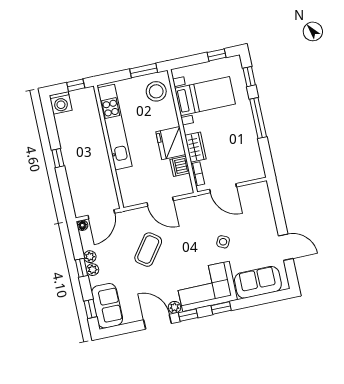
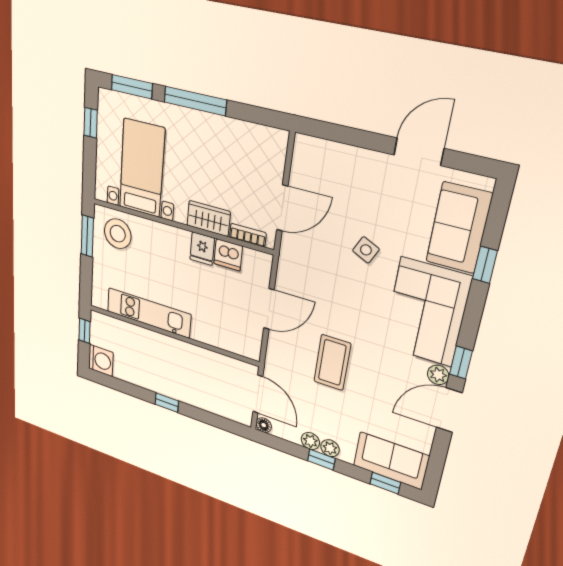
window: (249, 77) -> (132, 87), width x1.50
kitchen unit: (115, 127) -> (149, 313), width x0.73
fridge: (171, 143) -> (202, 249), width x0.53, depth x0.75
coffee table: (148, 250) -> (332, 363), turned 54
window: (221, 308) -> (485, 265), moved

